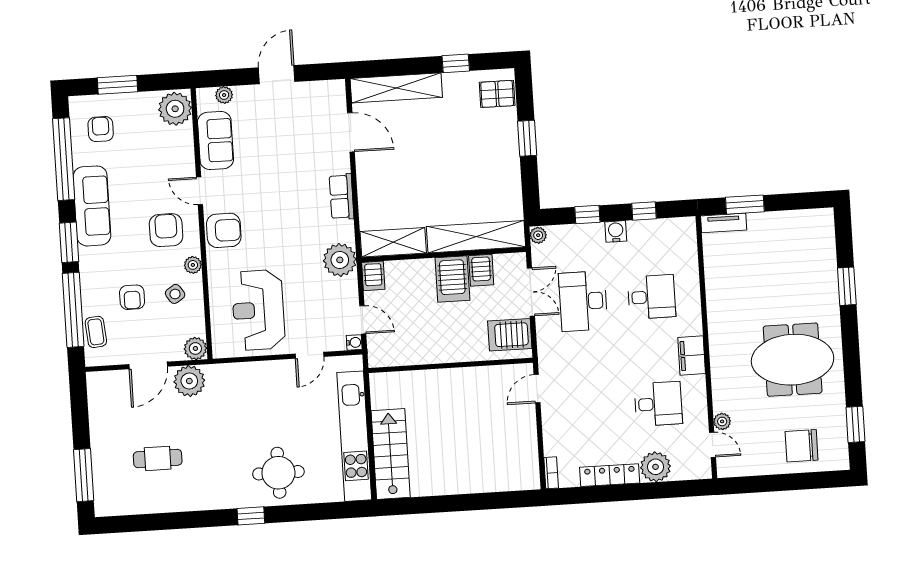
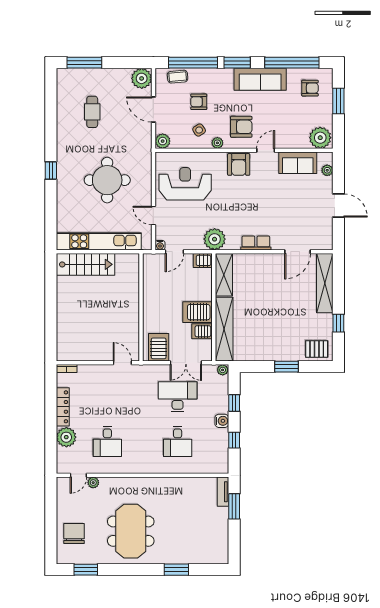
pallet: (497, 94) -> (317, 349), turned 90
filing cabinet: (692, 356) -> (138, 465), removed
plant: (189, 381) -> (142, 78), moved
round table: (278, 473) -> (107, 180), moved, width x1.36, depth x1.36

